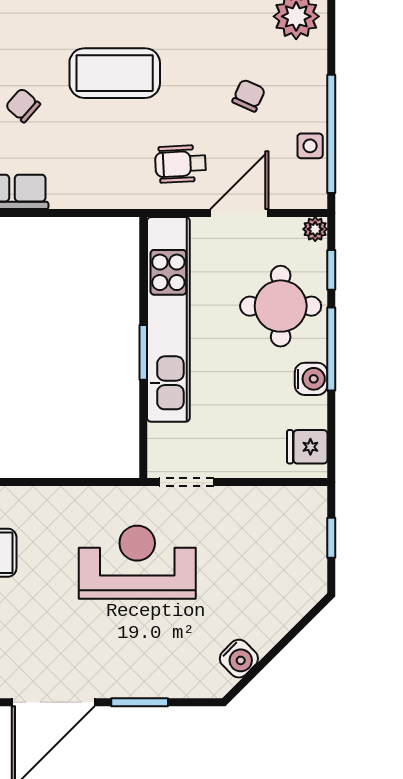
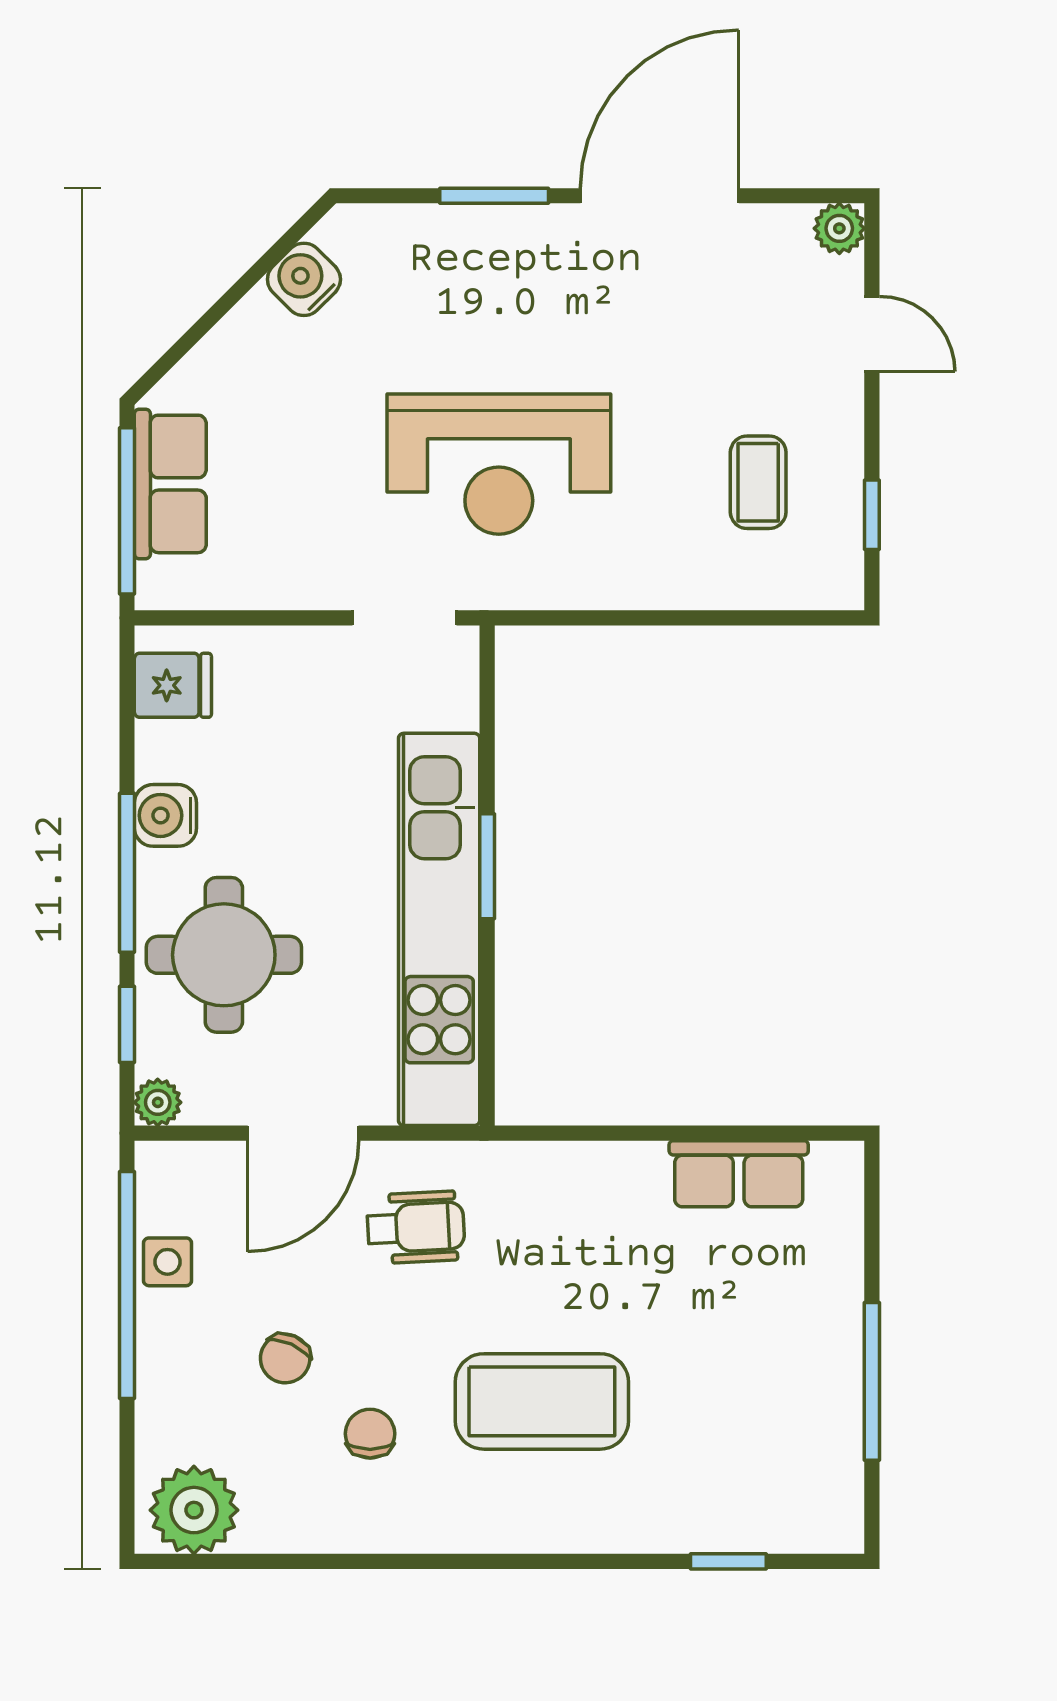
chair: (23, 105) -> (370, 1434), moved, turned -131
window: (331, 538) -> (127, 511), width x2.17
row of seats: (309, 552) -> (170, 484), added

